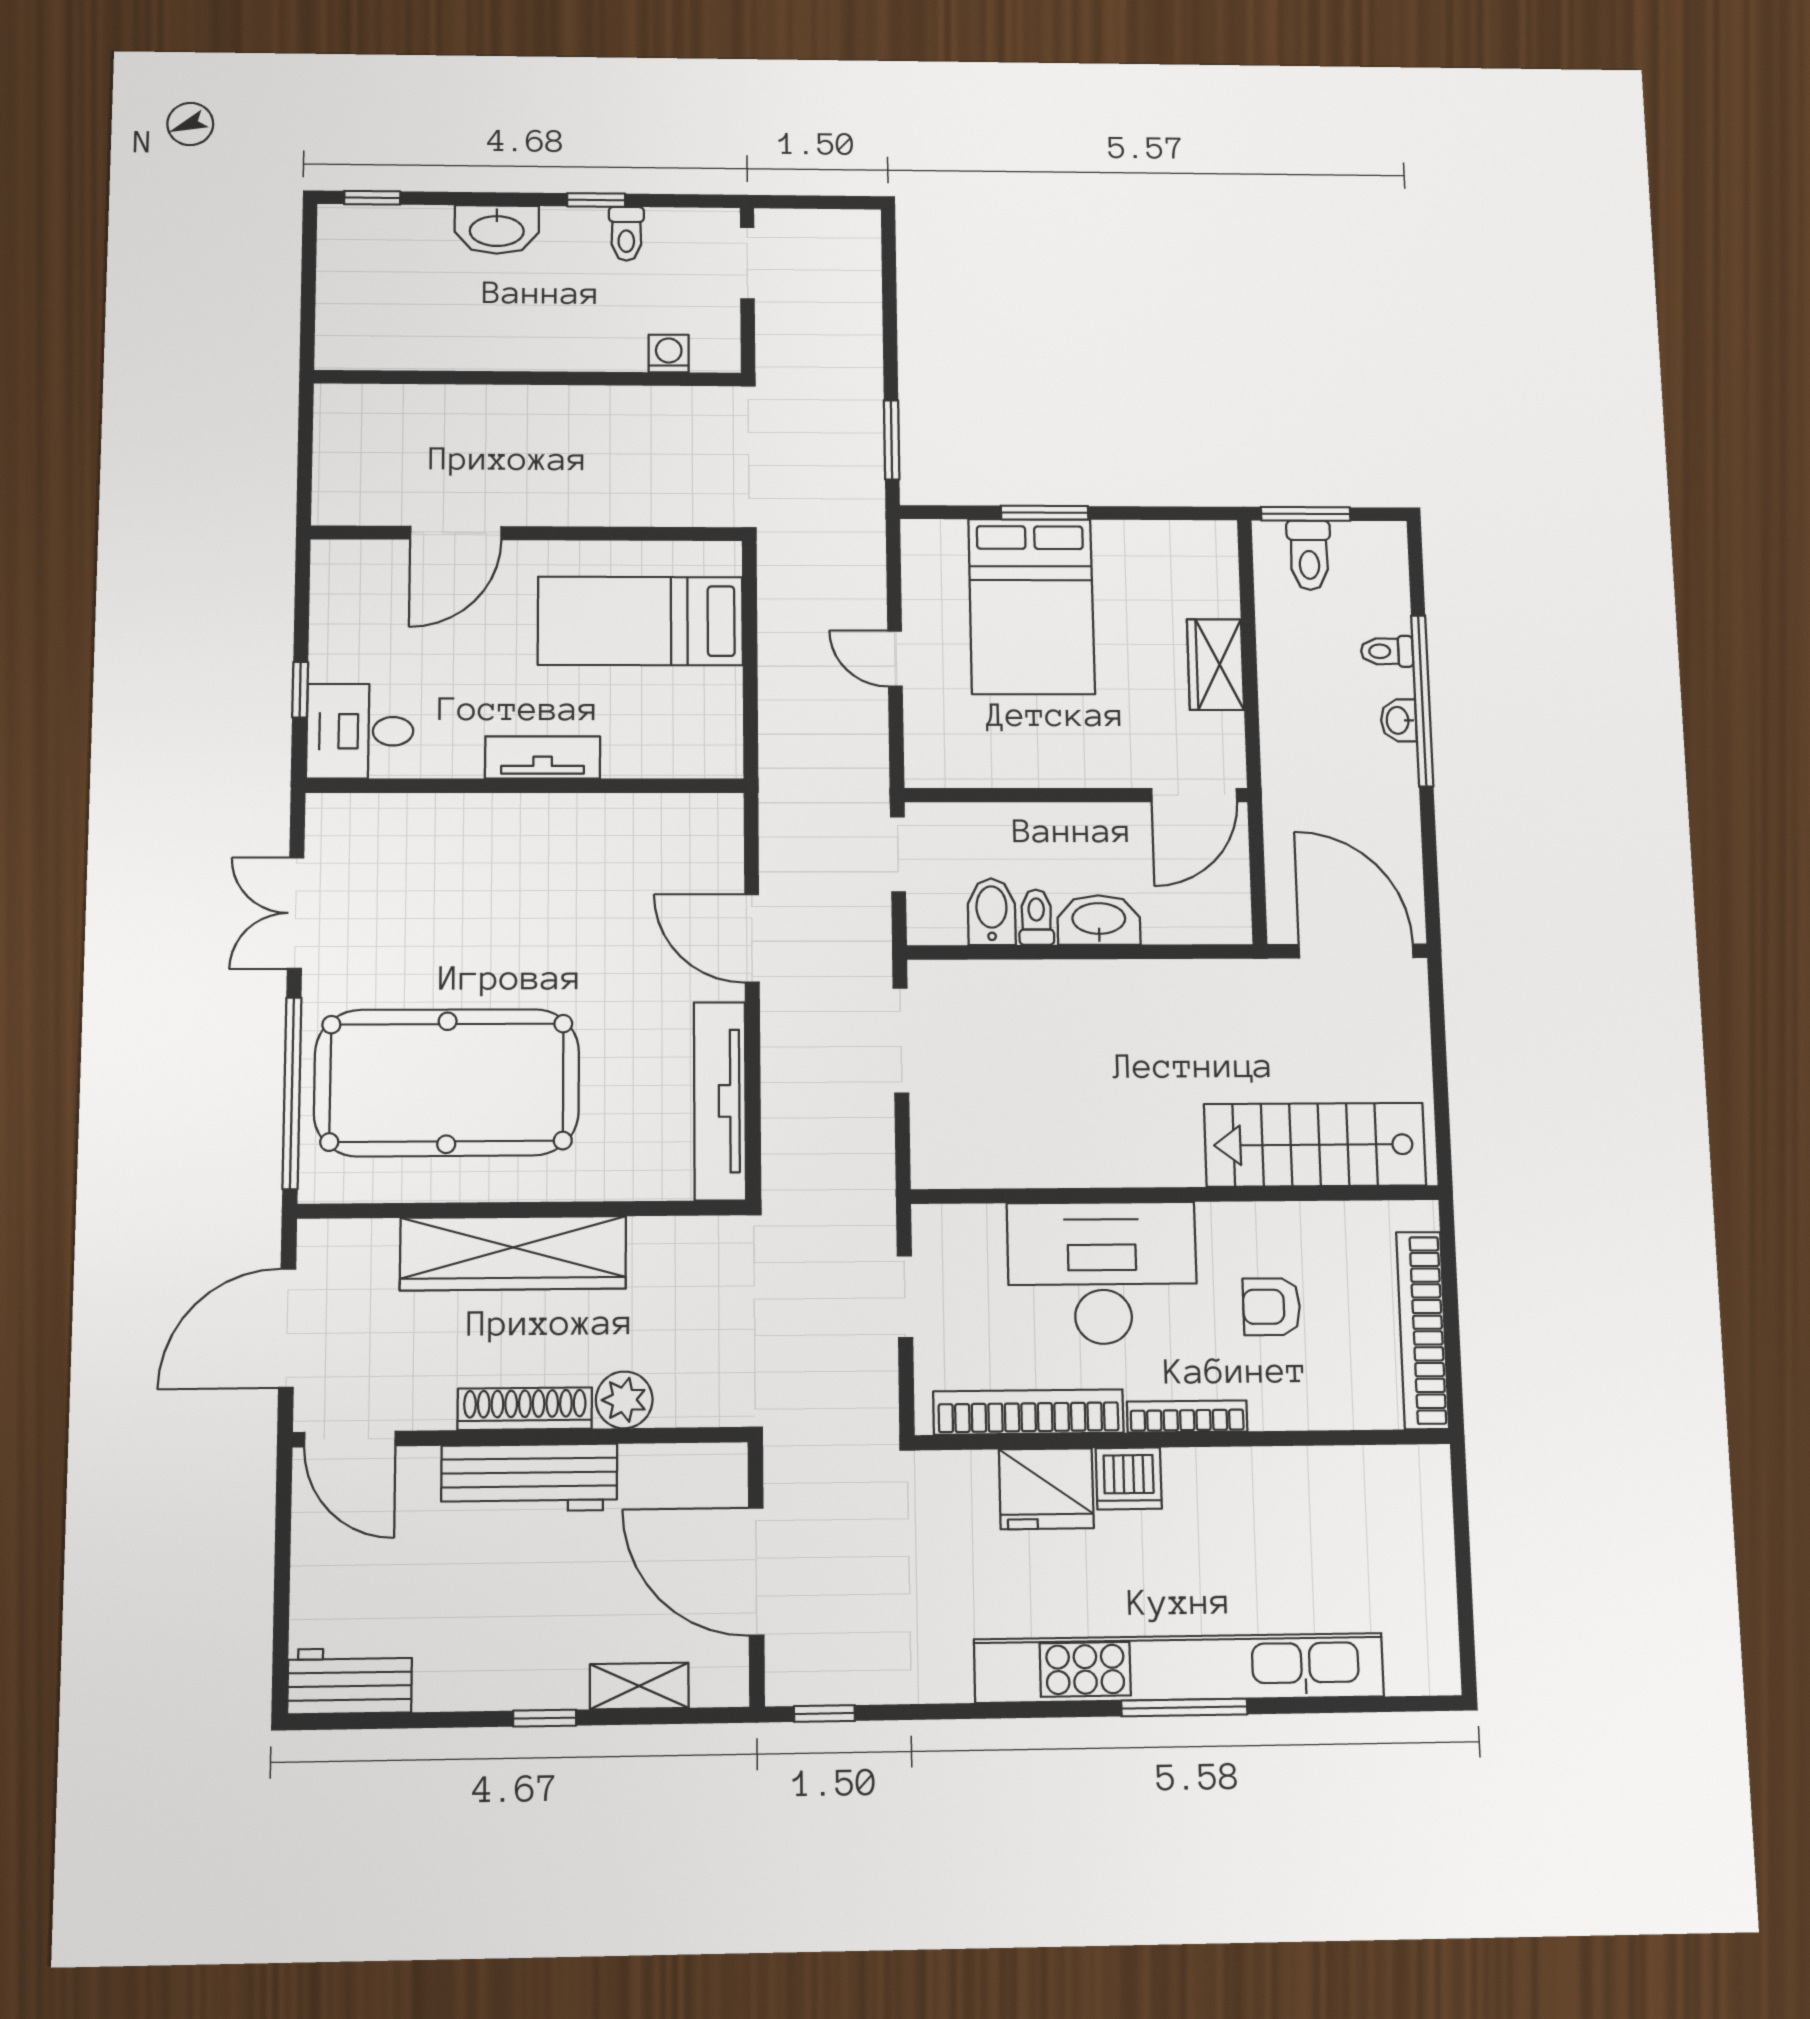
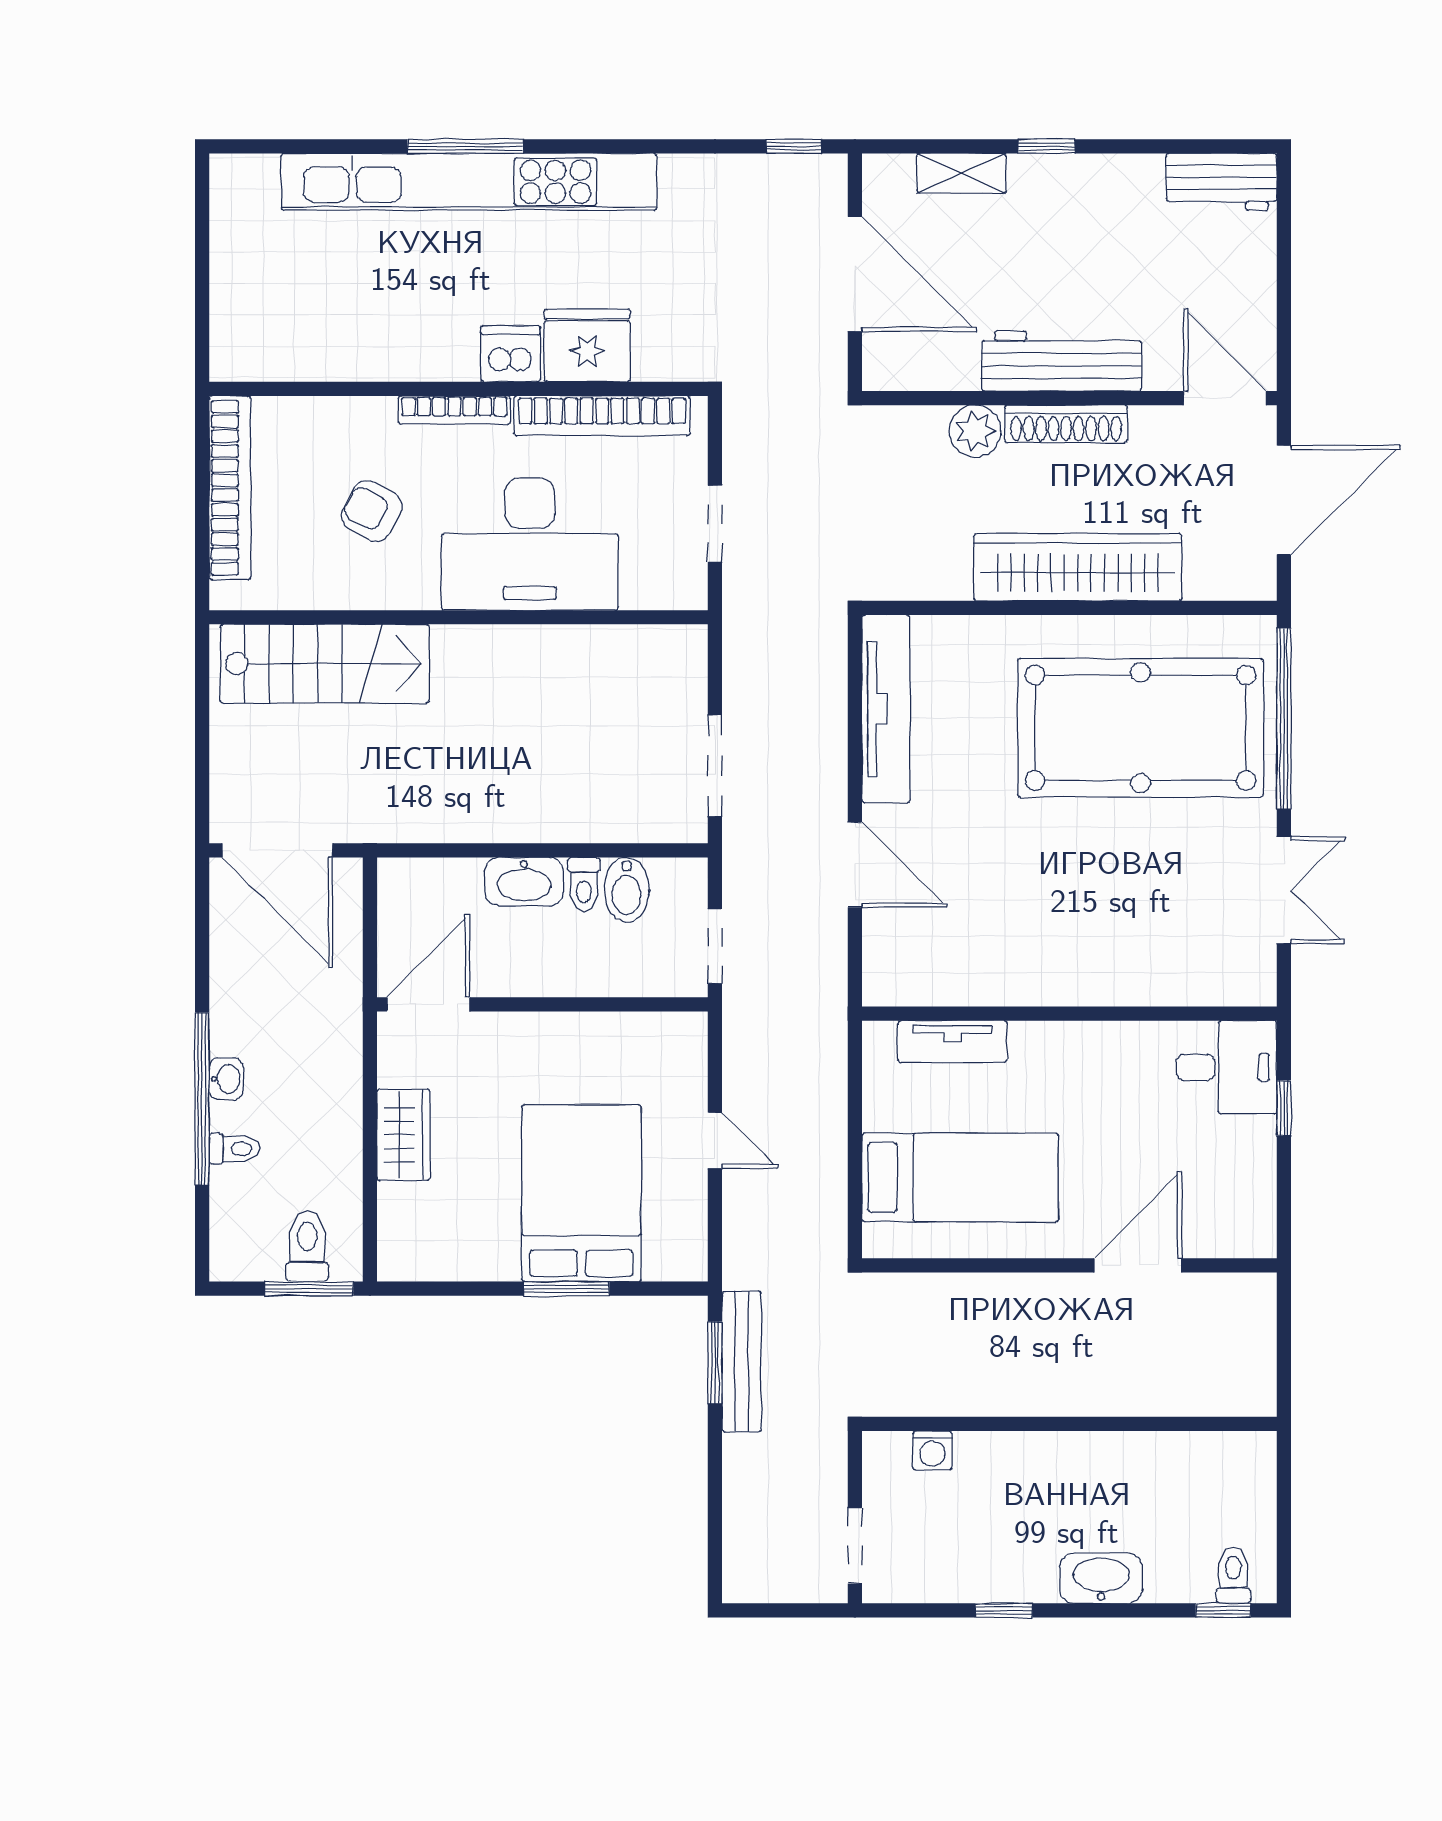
toilet: (626, 234) -> (1233, 1575), moved
bench: (864, 441) -> (742, 1361), added
tv unit: (543, 758) -> (952, 1041), moved
armchair: (1272, 1307) -> (372, 511), turned -152

